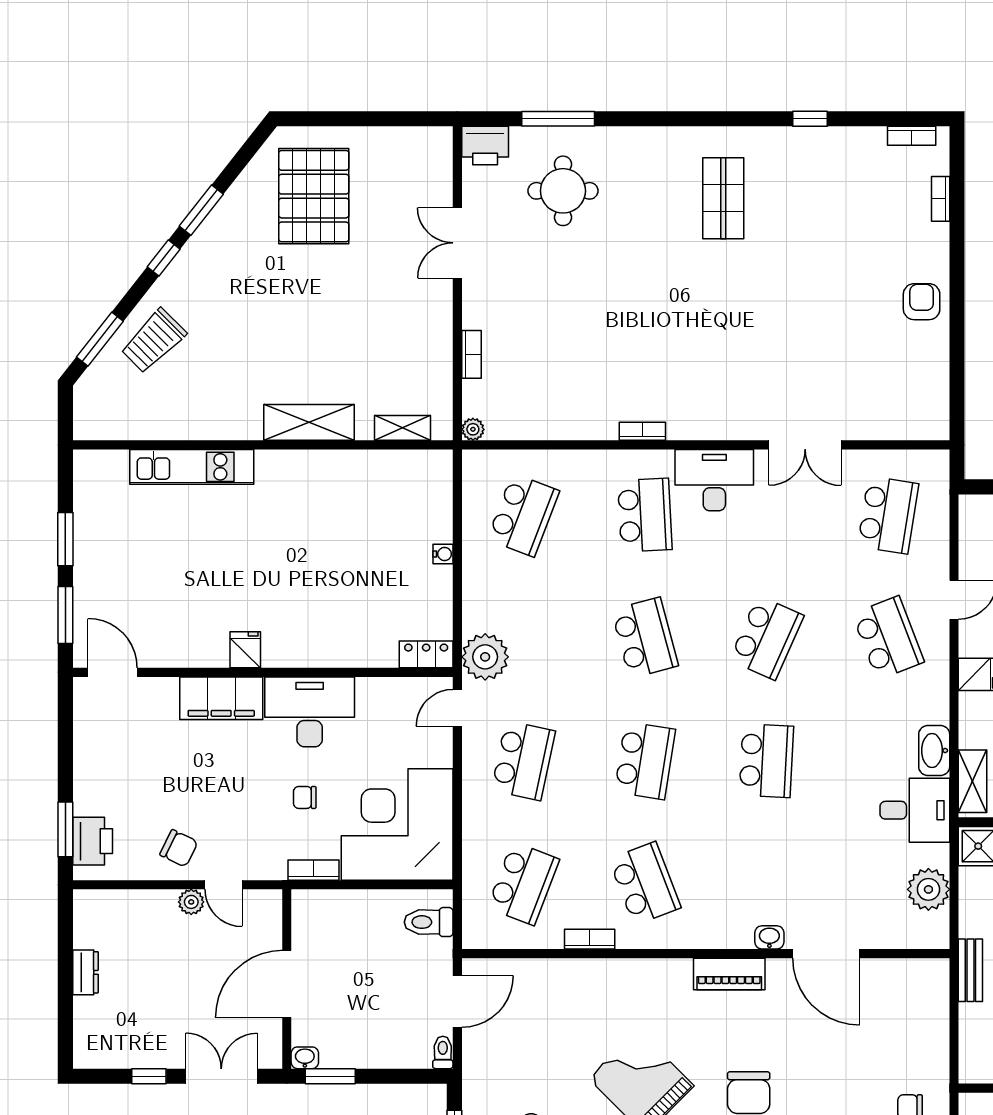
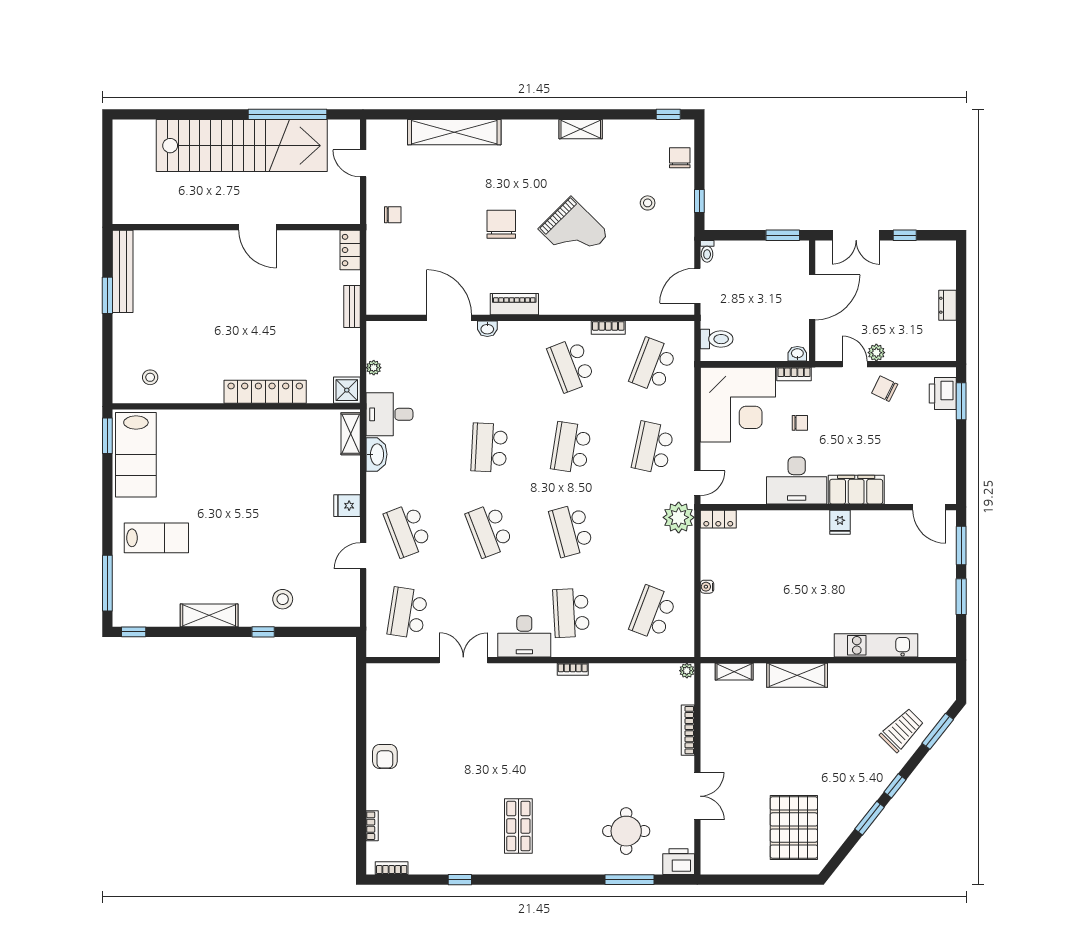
bookcase: (471, 354) -> (688, 730), width x1.56
school desk: (766, 638) -> (489, 530), turned -45
plant: (928, 889) -> (374, 368), width x0.53, depth x0.53
locker: (973, 1054) -> (350, 250), added
washbasin: (305, 1058) -> (797, 354), moved, turned 180

